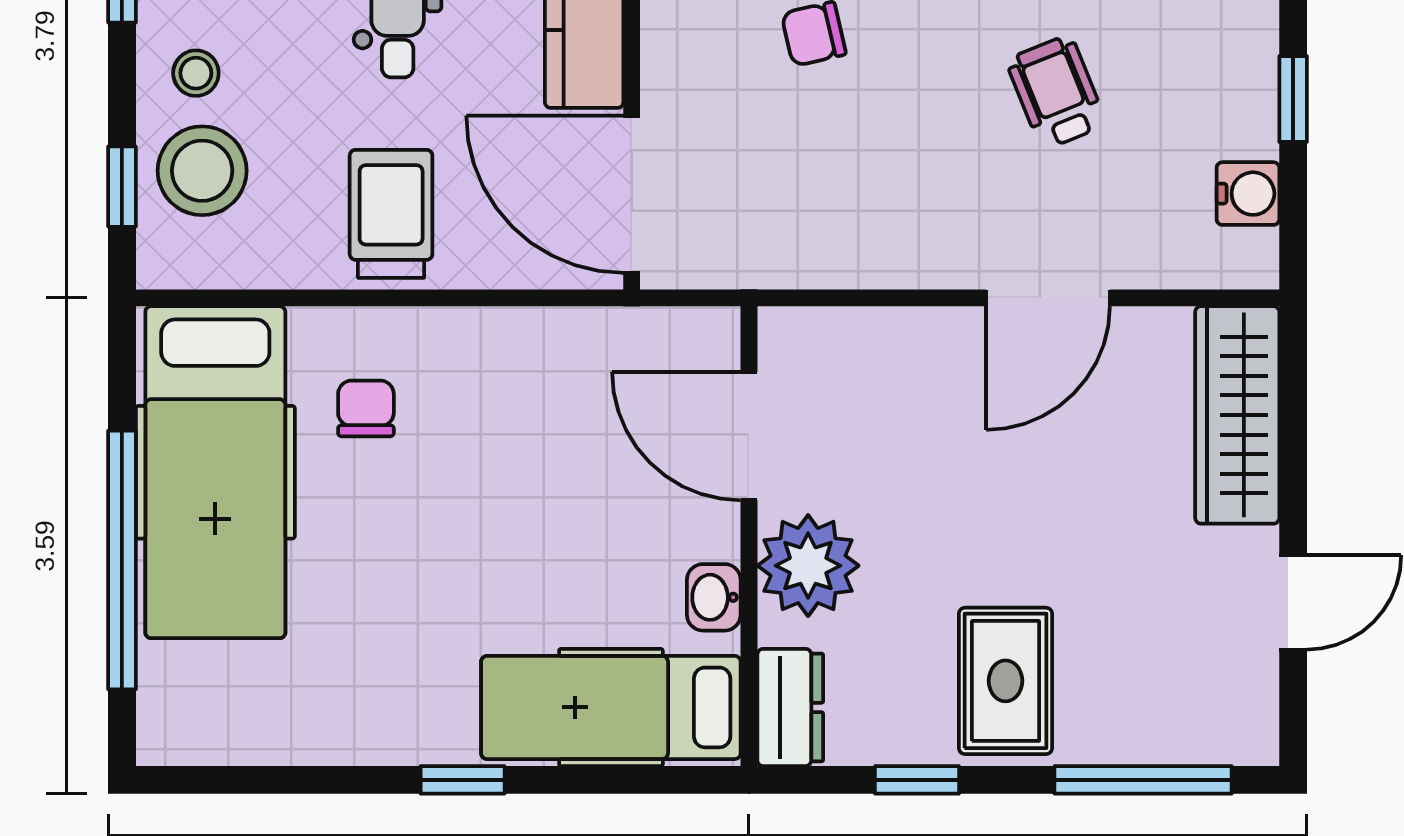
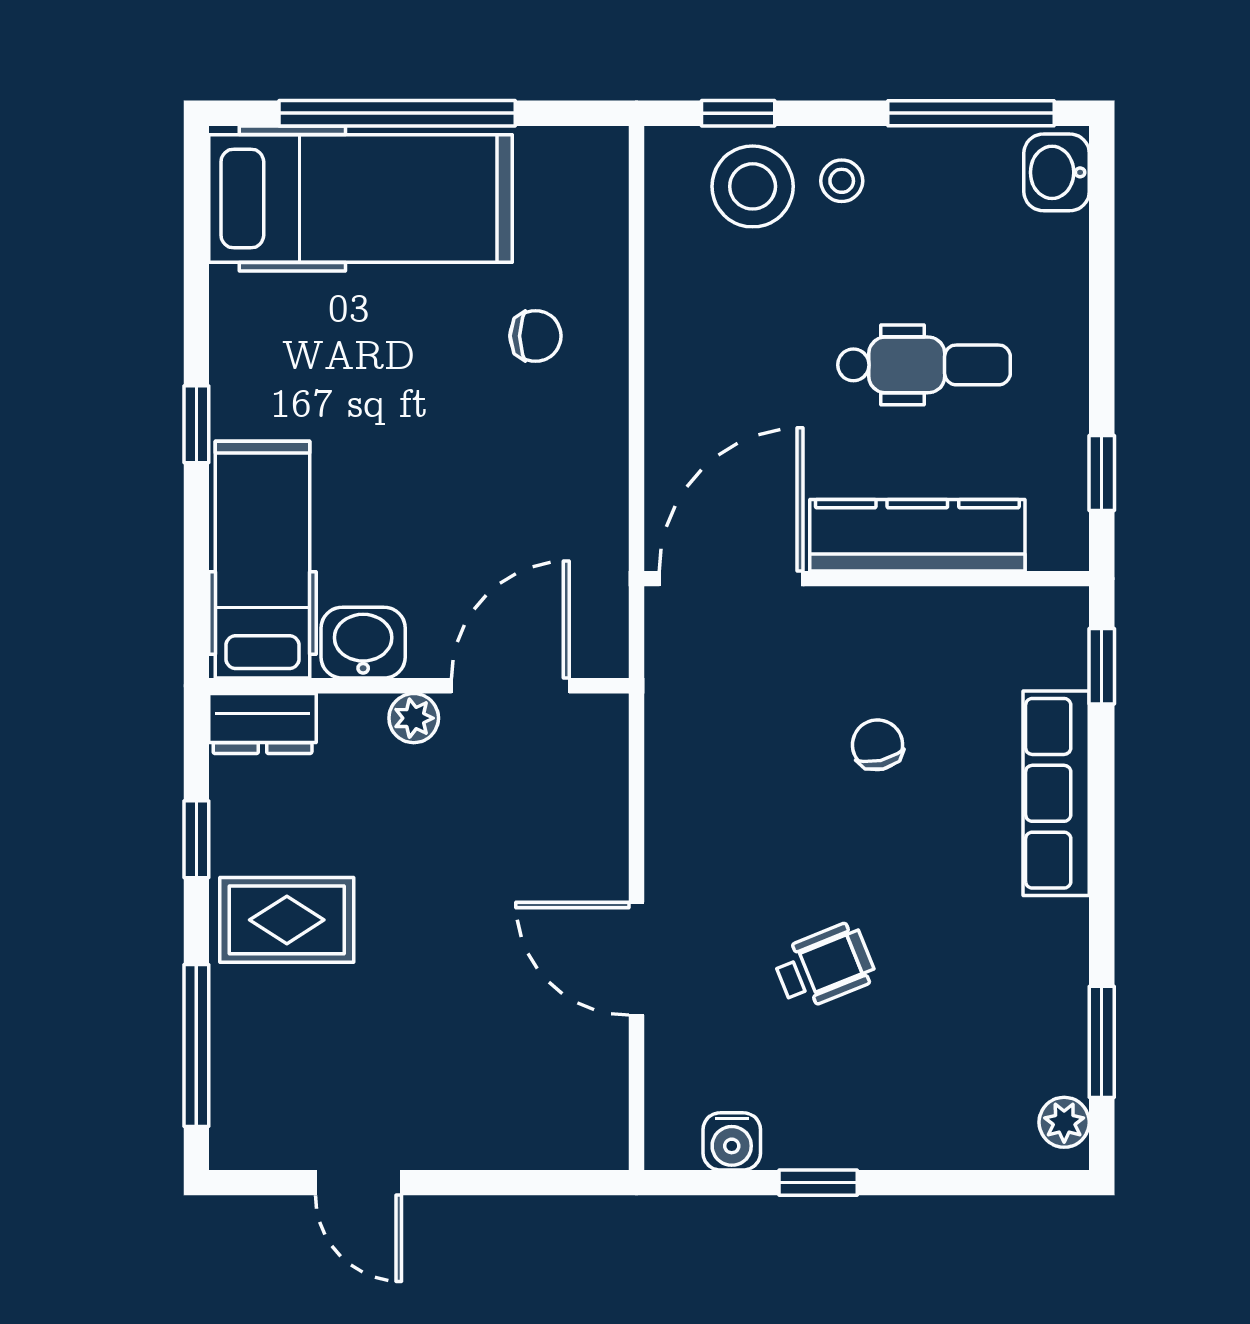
trolley: (391, 214) -> (713, 359), removed
wardrobe: (1237, 415) -> (530, 1132), removed
hospital bed: (215, 472) -> (361, 198), moved, turned 180
plant: (808, 566) -> (414, 718), width x0.53, depth x0.53
washbasin: (714, 597) -> (363, 643), width x1.38, depth x1.45

